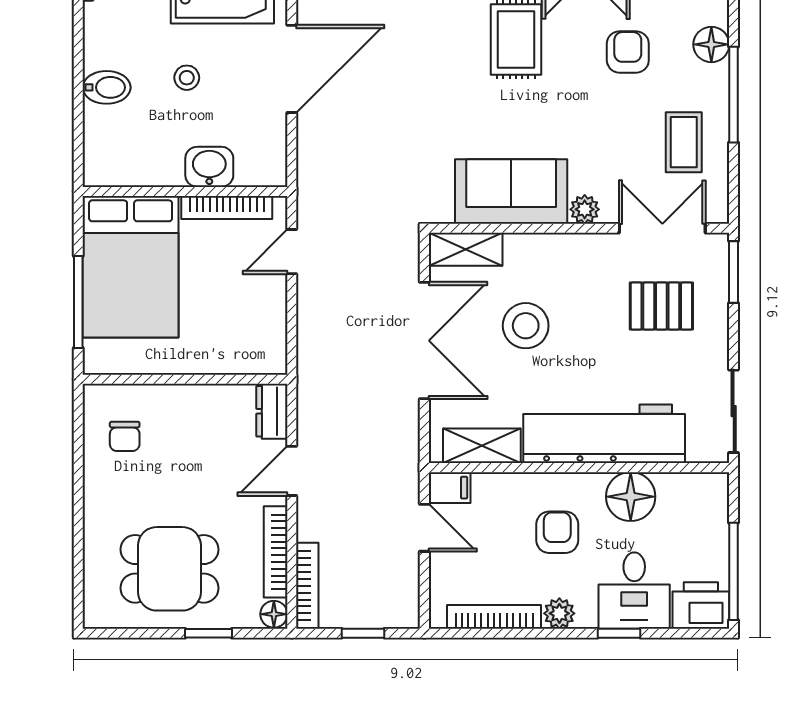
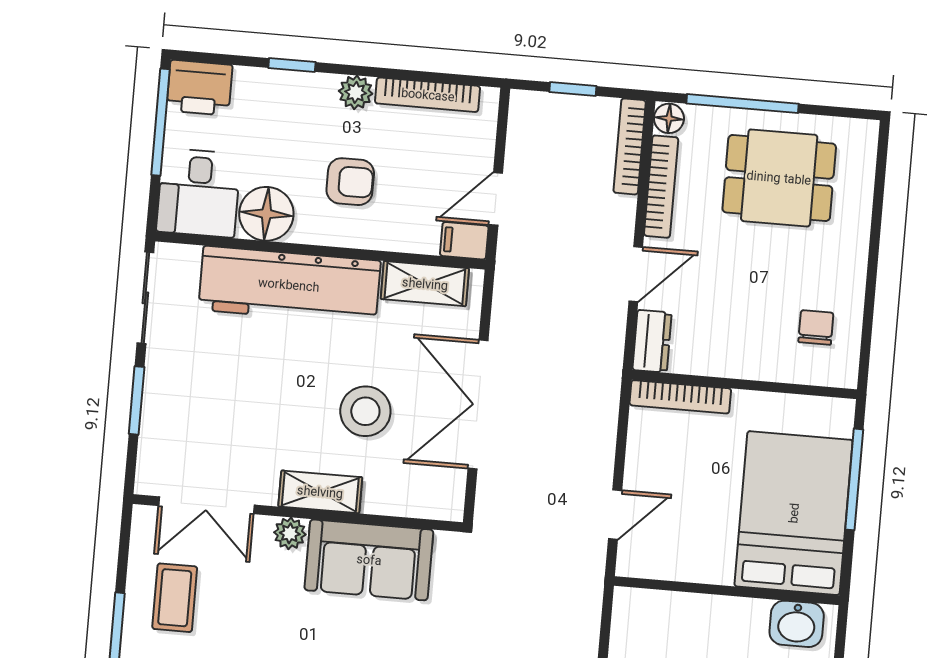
washbasin: (209, 167) -> (797, 624), moved
bookcase: (227, 208) -> (680, 397), moved, turned 180
shelving: (466, 249) -> (320, 492), moved
window: (734, 272) -> (137, 400), moved
pallet: (661, 306) -> (215, 420), removed
door: (424, 528) -> (496, 199), hinge flipped
armchair: (557, 532) -> (350, 182), turned -90
desk: (634, 591) -> (198, 193), moved, turned 180
window: (209, 633) -> (742, 104), width x2.17

